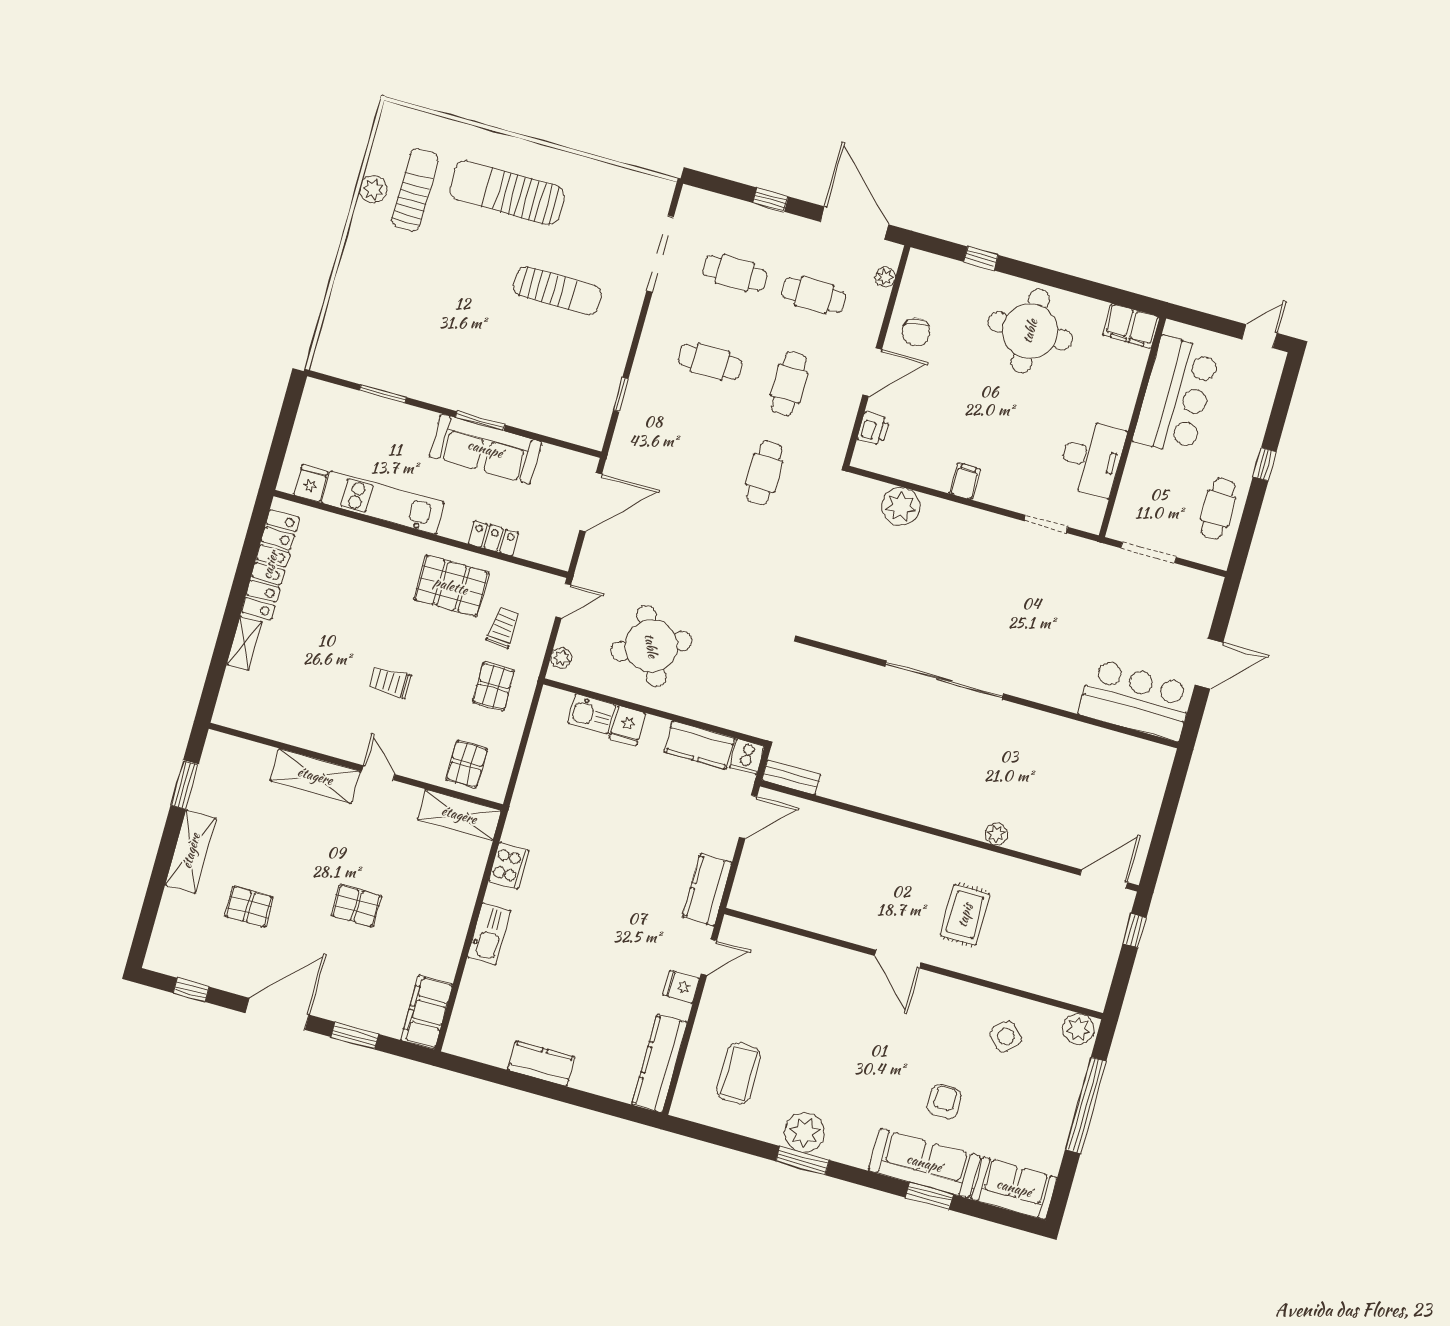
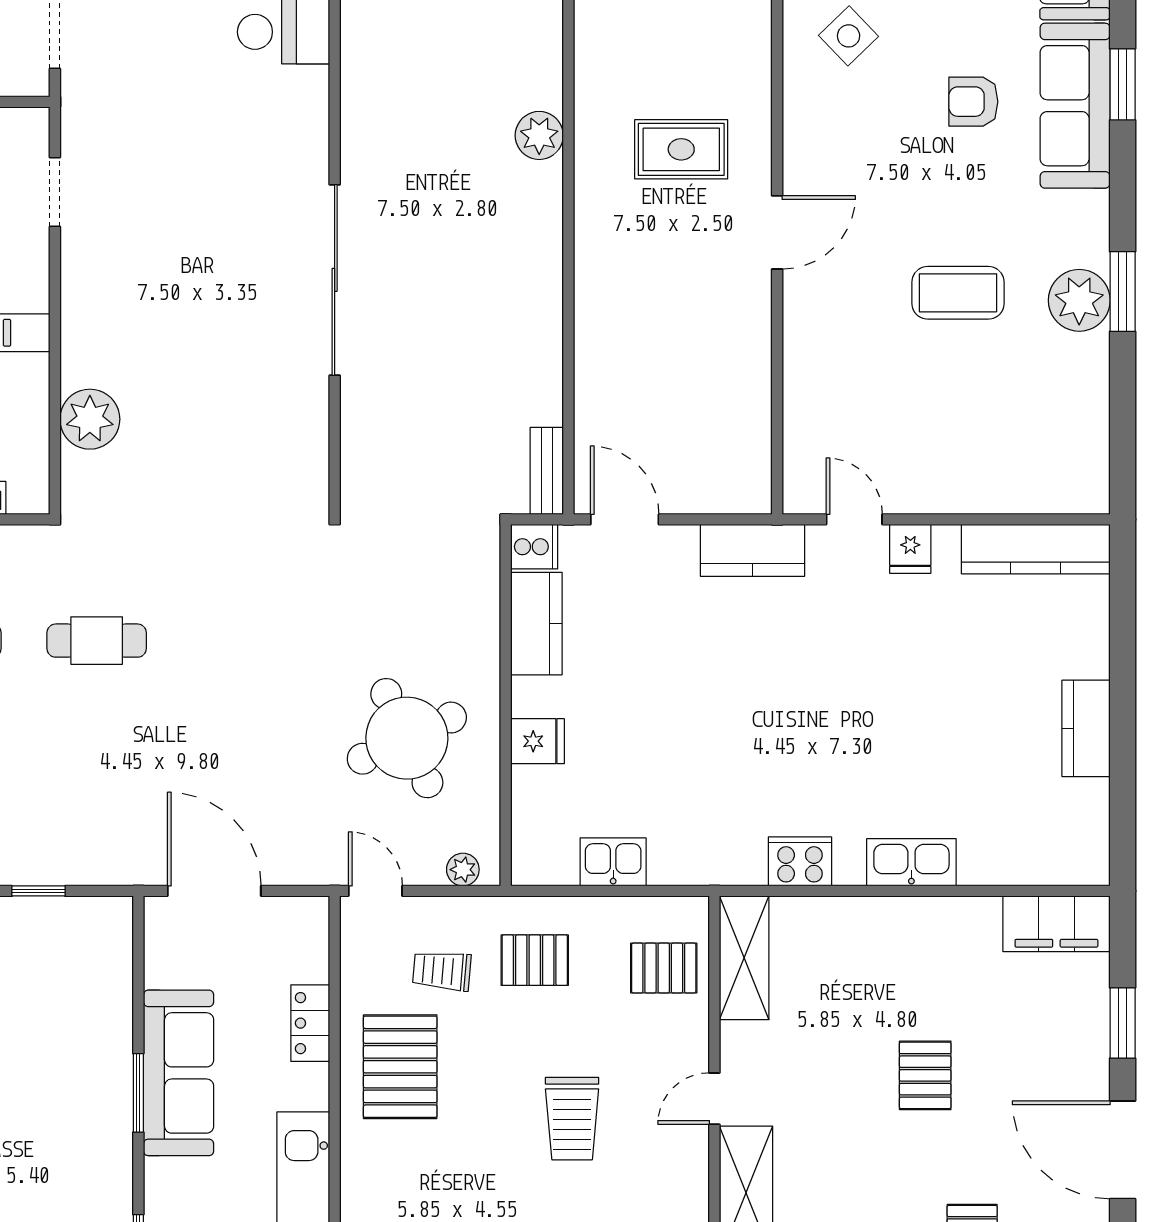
trolley: (390, 682) -> (572, 1119), width x1.36, depth x1.39
kitchen sink: (592, 714) -> (613, 862), moved, turned -90
plant: (997, 834) -> (539, 135), width x1.38, depth x1.38
coffee table: (739, 1073) -> (958, 293), moved

